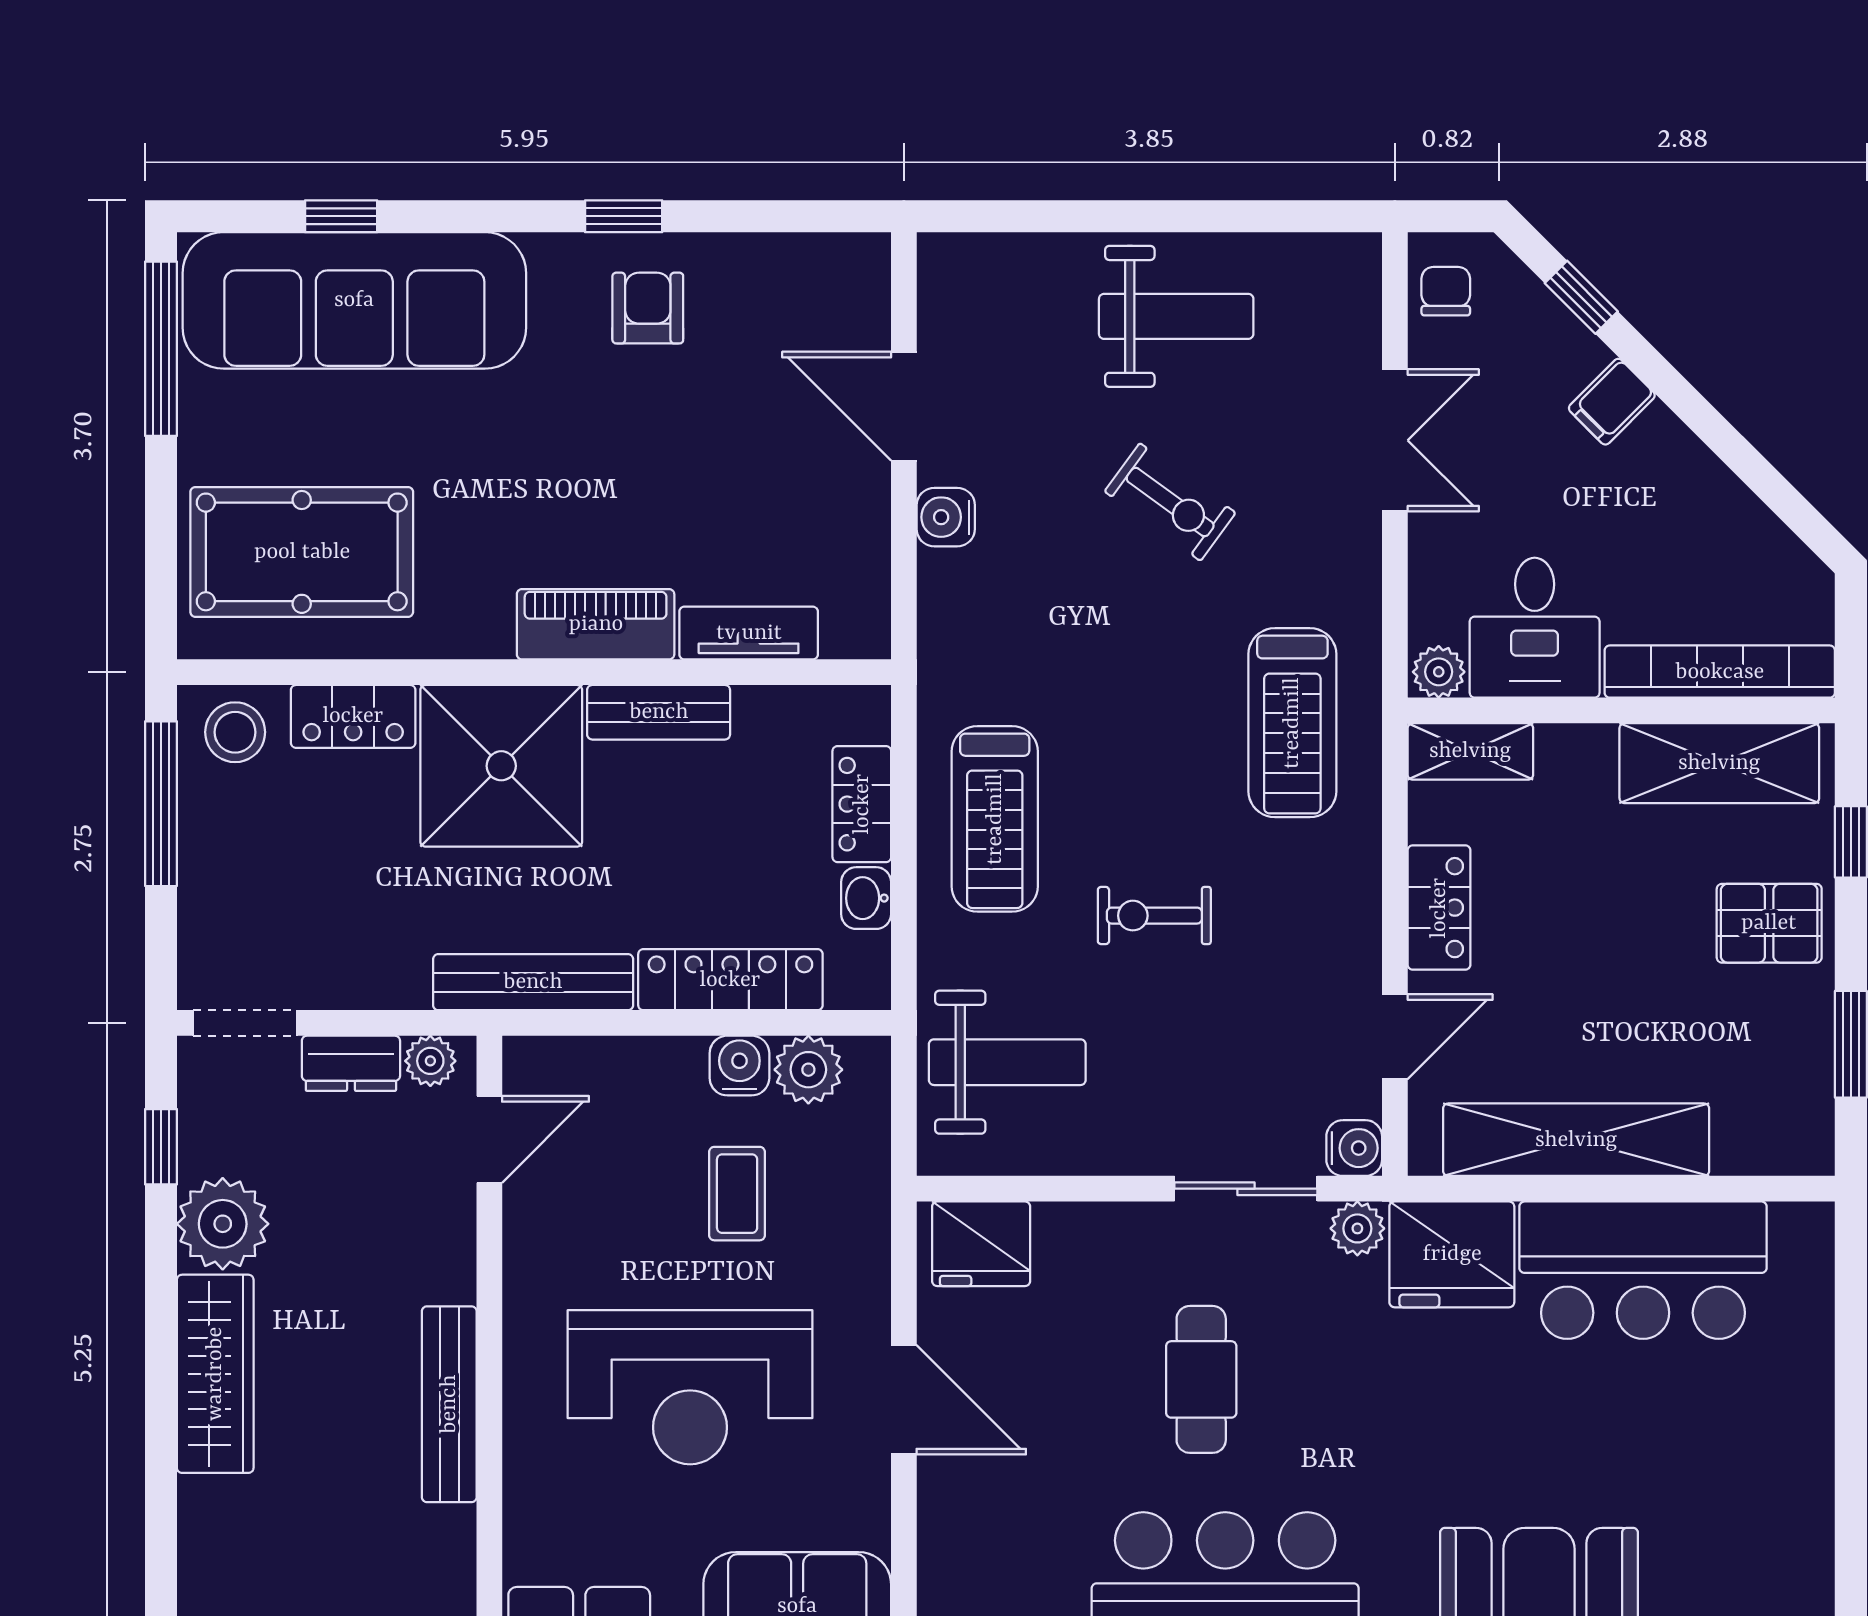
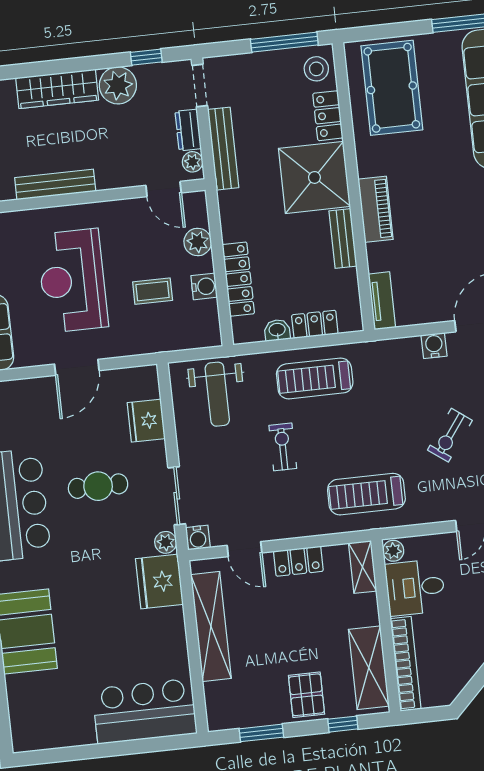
tv unit: (749, 633) -> (382, 301), moved
bench: (533, 982) -> (223, 149), moved
plant: (808, 1070) -> (198, 242), moved
fridge: (981, 1244) -> (146, 421), moved
bar counter: (1643, 1270) -> (145, 711), moved, turned 90

